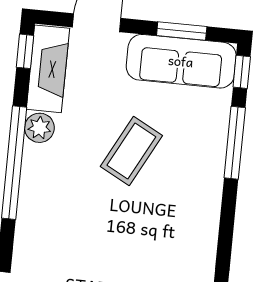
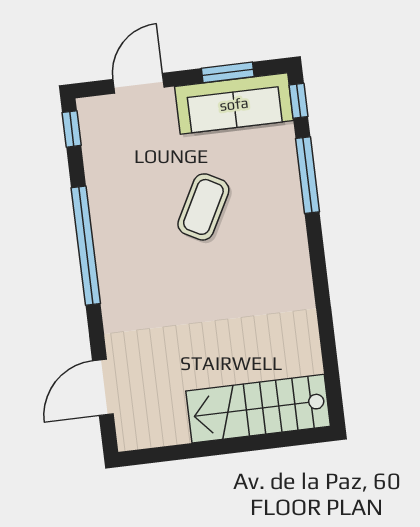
fireplace: (48, 69) -> (99, 142), removed
plant: (39, 128) -> (104, 204), removed

